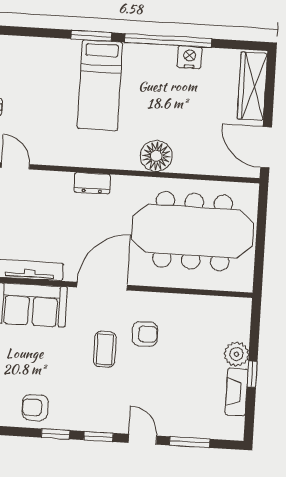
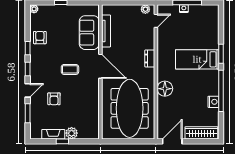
armchair: (145, 334) -> (54, 99), moved

